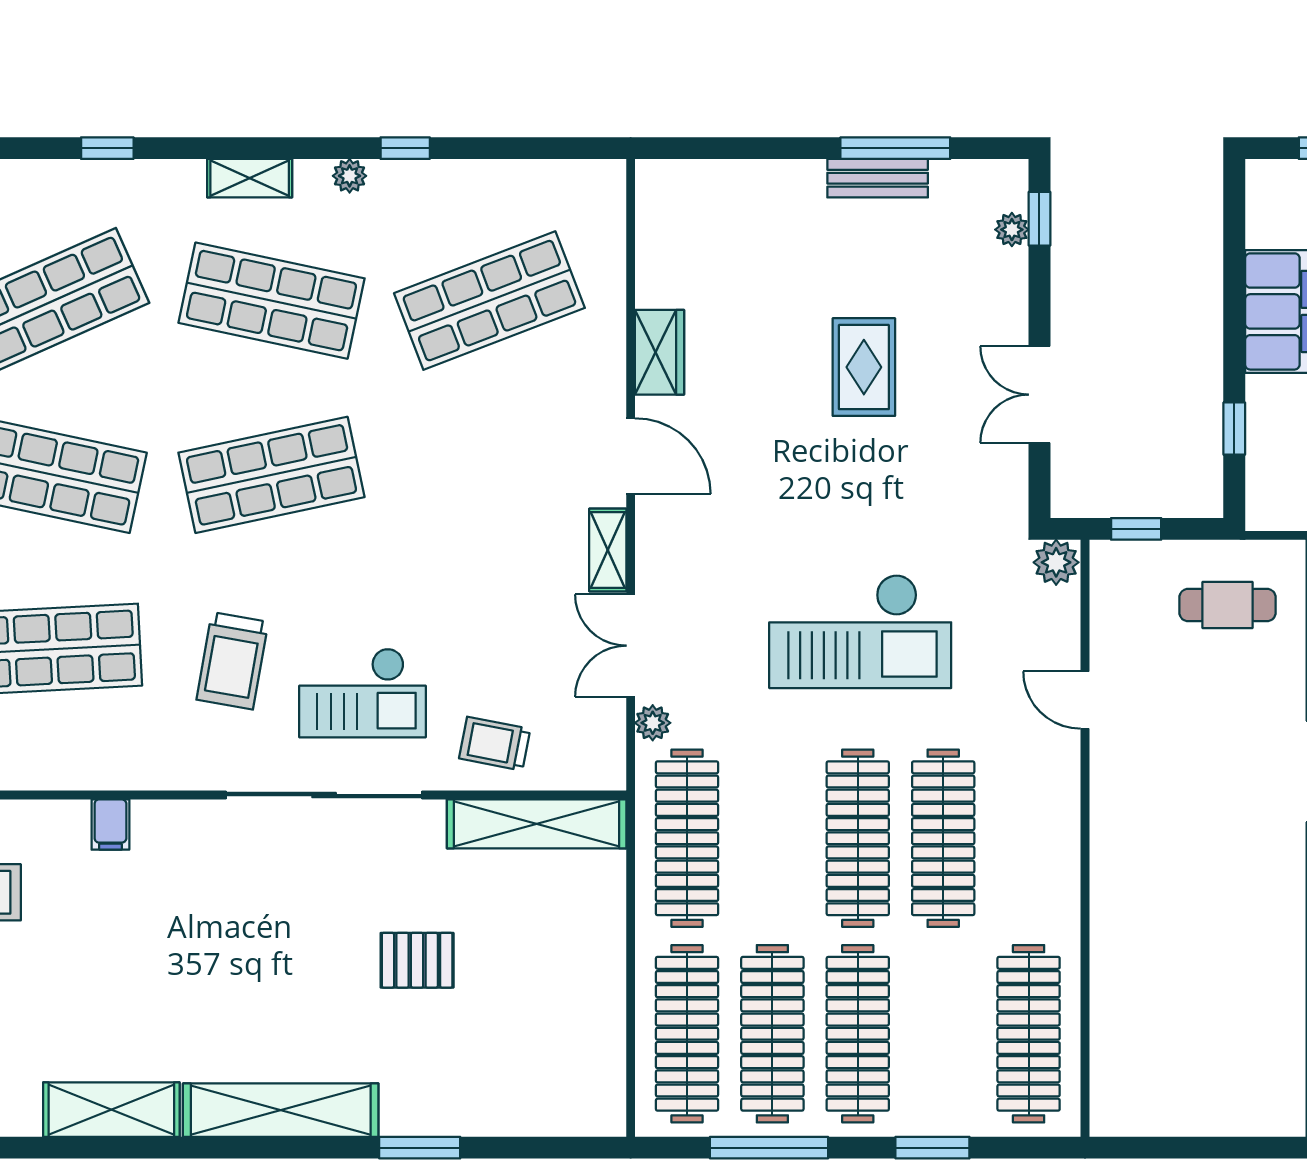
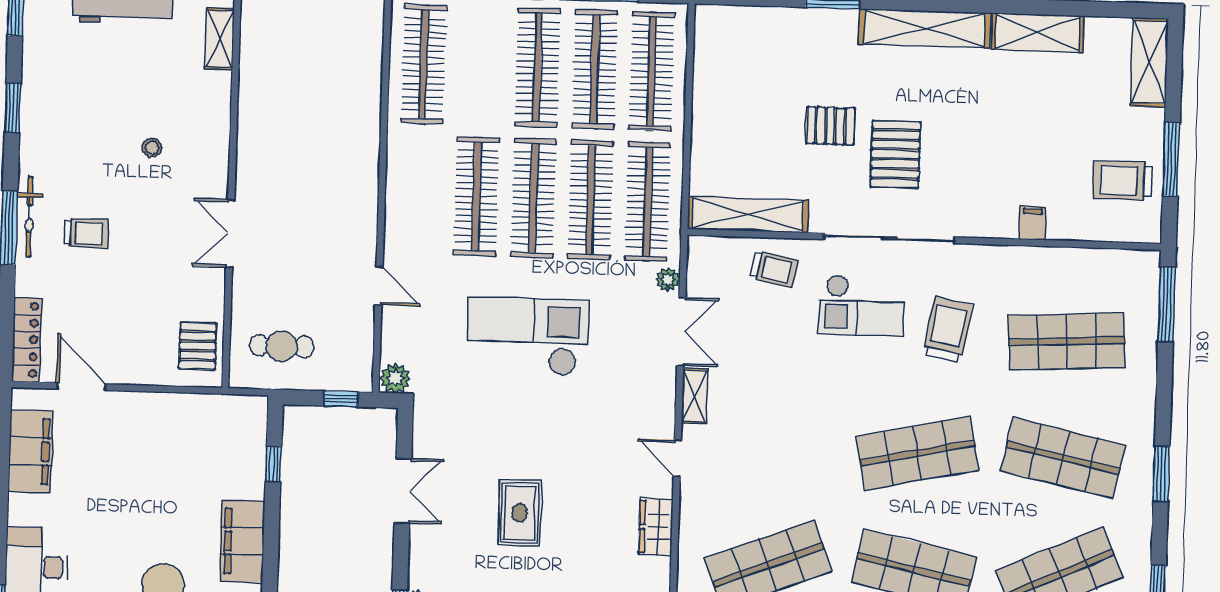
door: (631, 456) -> (677, 458), width x0.73
checkout: (362, 693) -> (861, 306), turned 180
clothes rail: (772, 838) -> (591, 200), added
pallet: (318, 921) -> (896, 154), added

